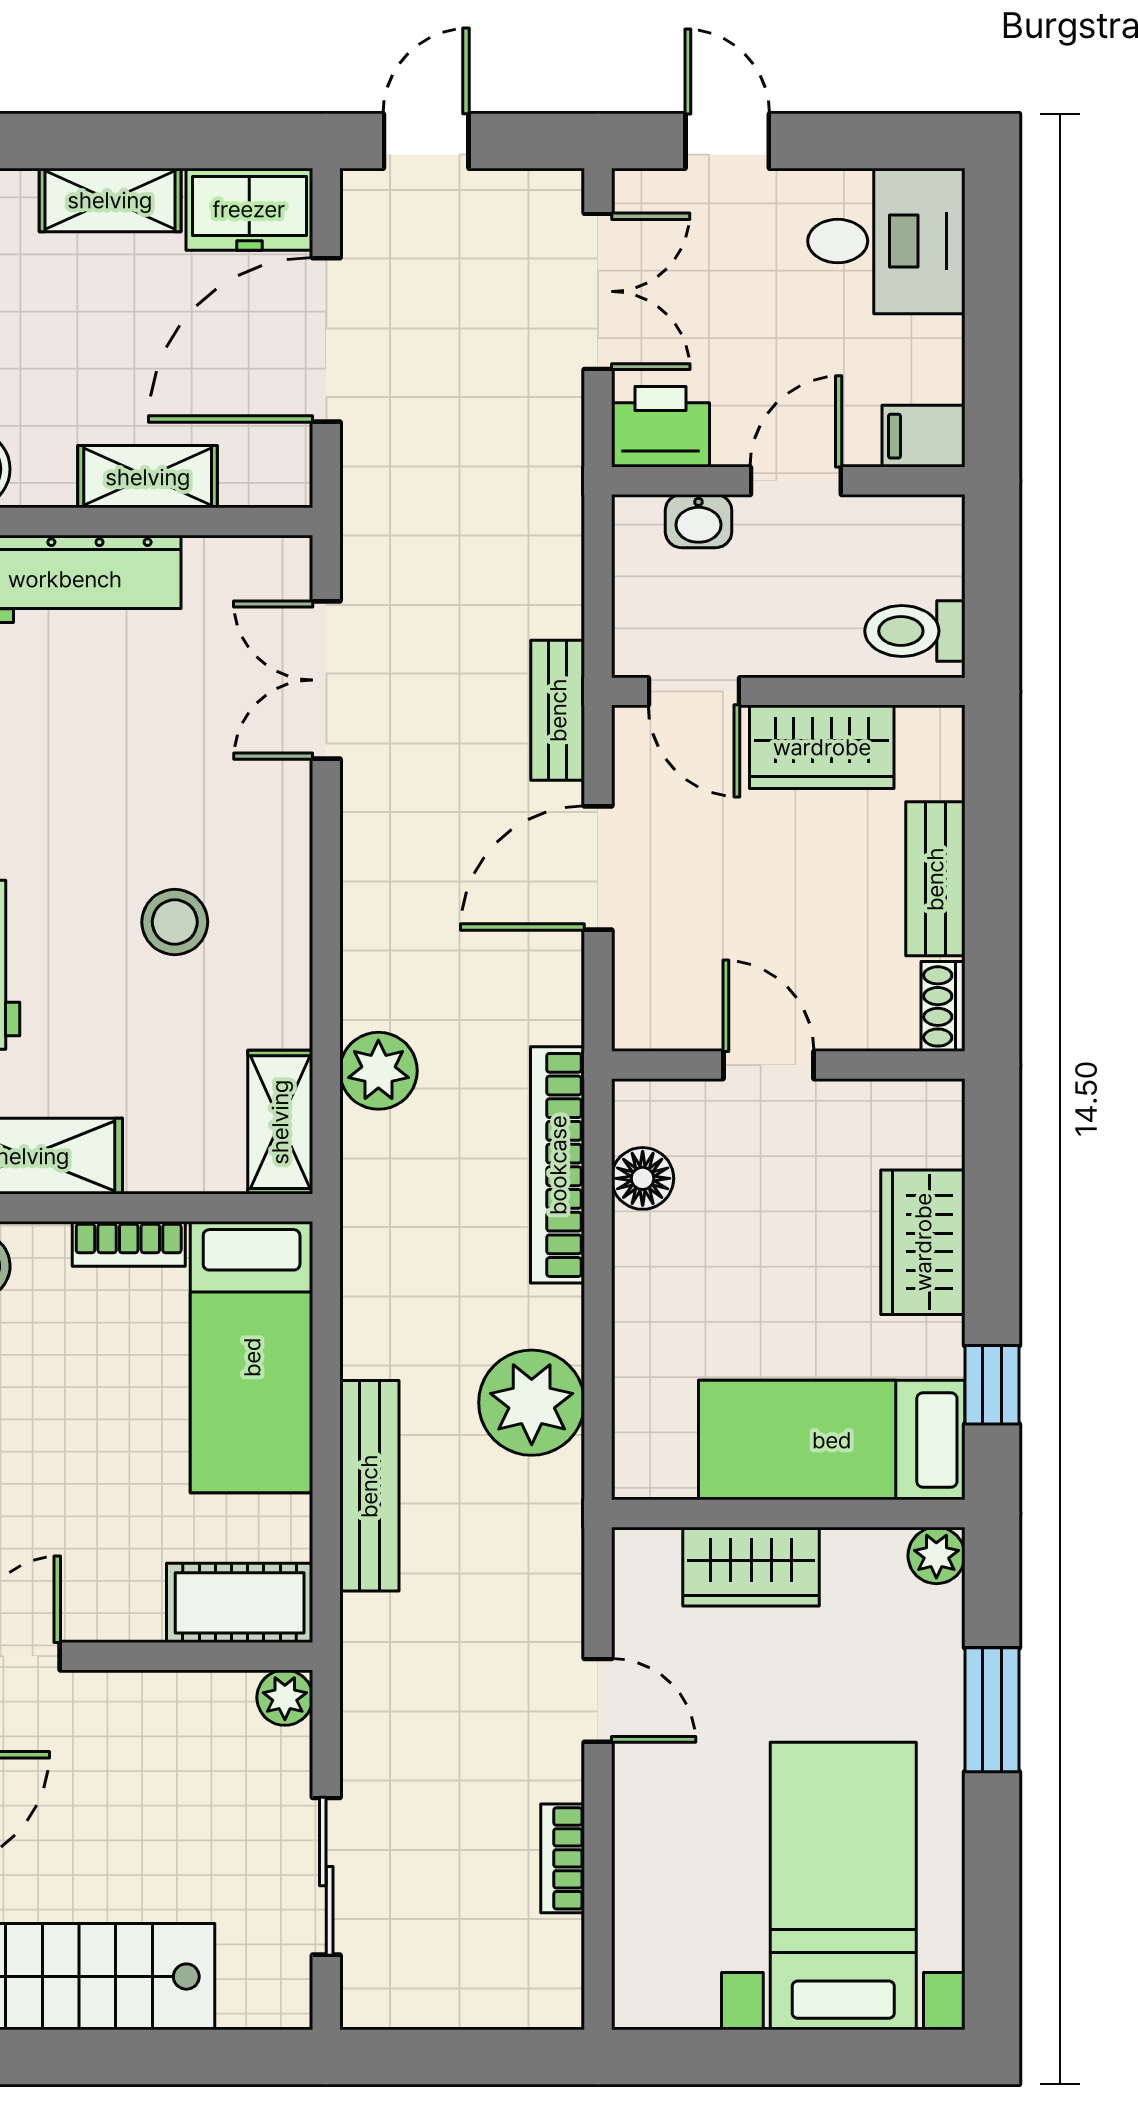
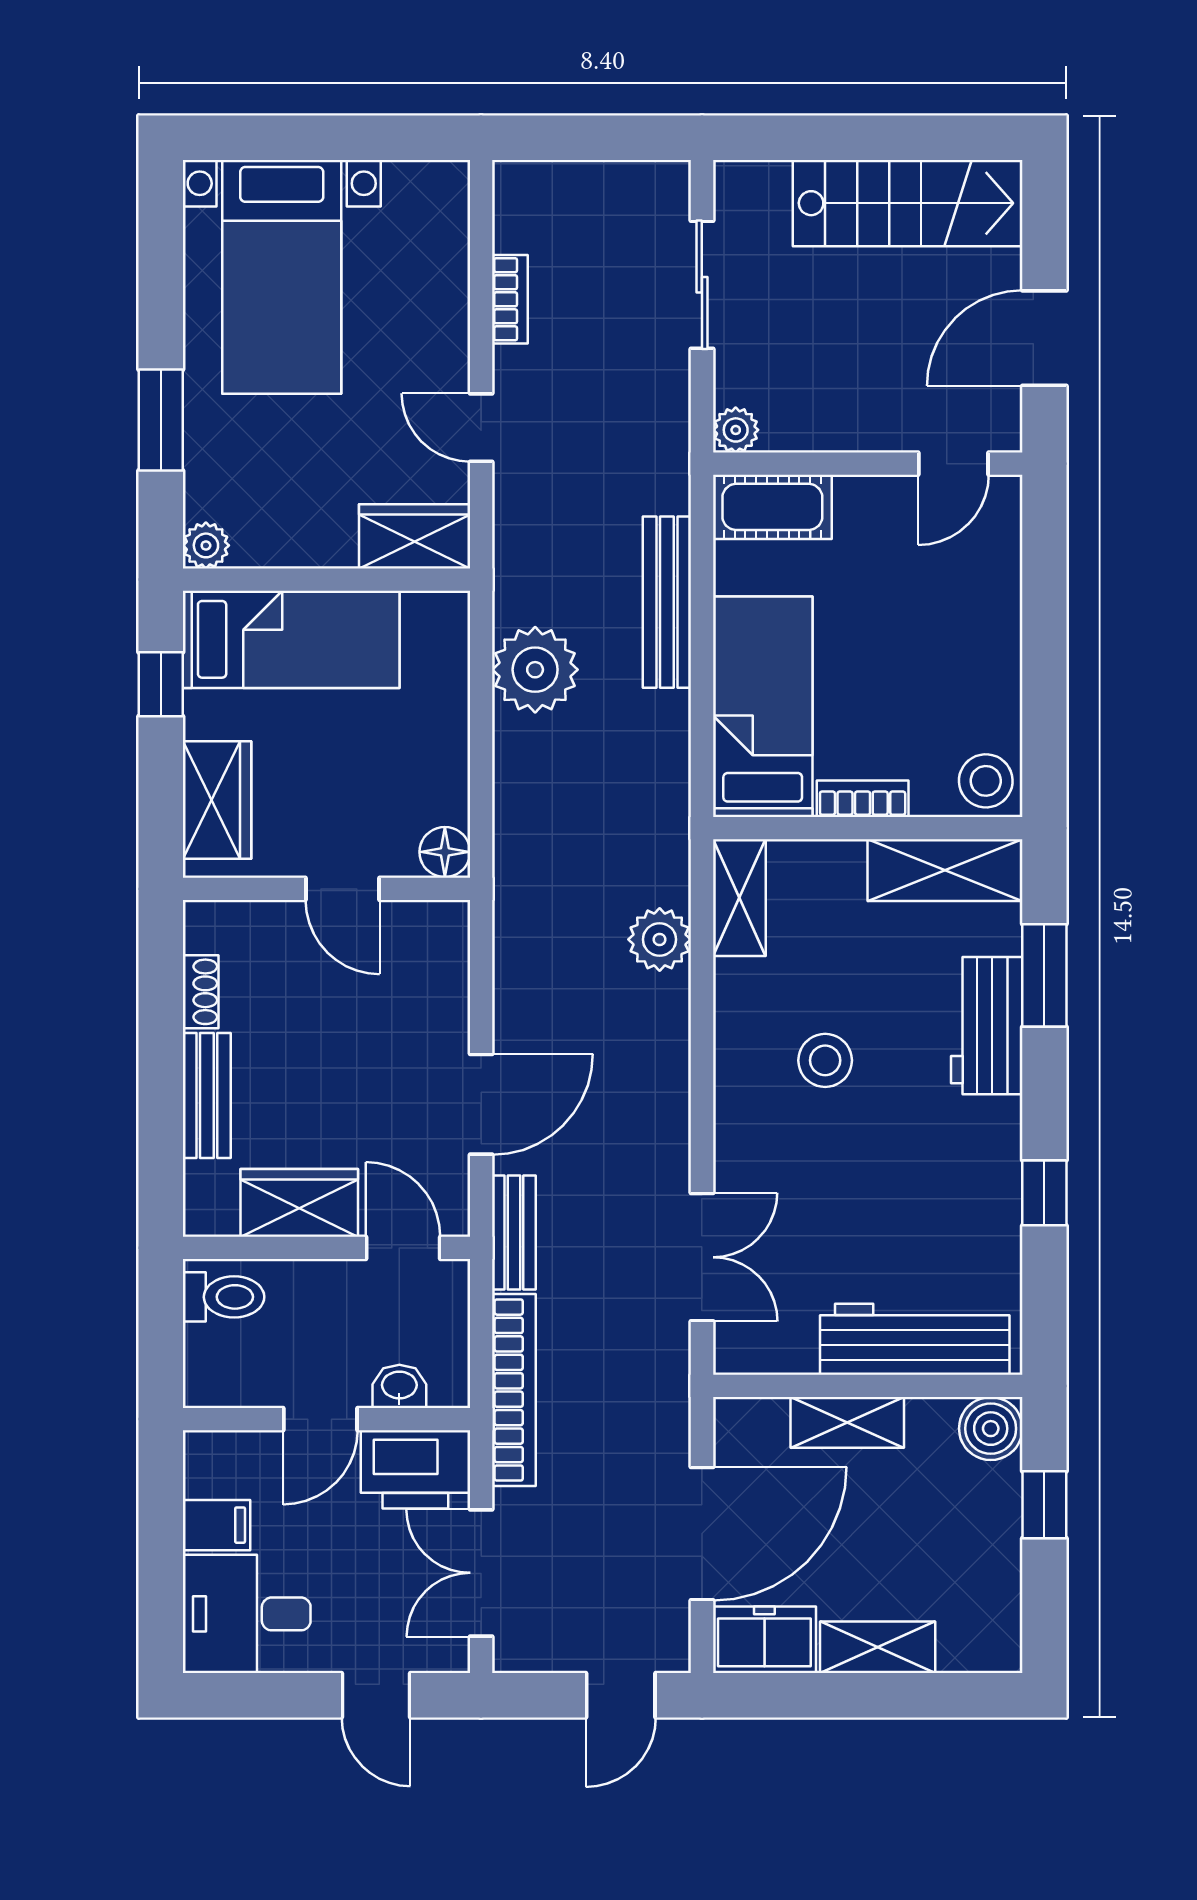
printer: (660, 427) -> (415, 1469), width x1.37, depth x1.19
filing cabinet: (923, 436) -> (217, 1525), moved
door: (768, 1065) -> (343, 889), moved
wall: (788, 1065) -> (326, 889), moved
bookcase: (558, 1165) -> (514, 1390), moved
wardrobe: (751, 1567) -> (415, 536), moved

